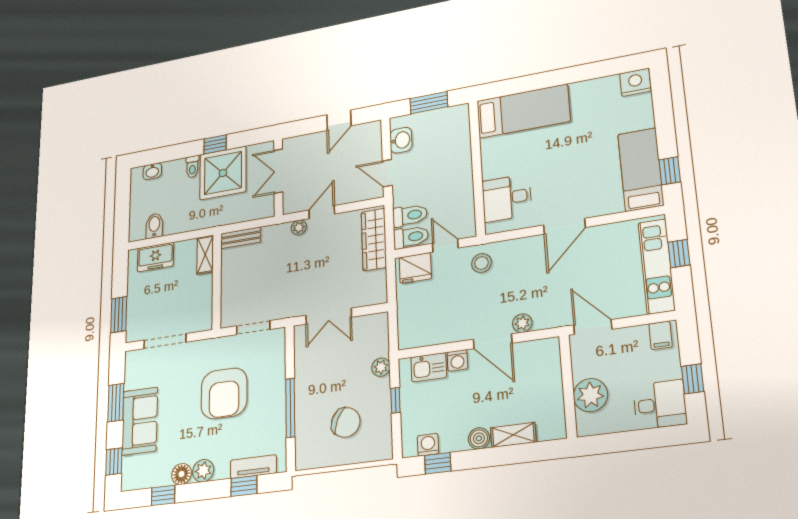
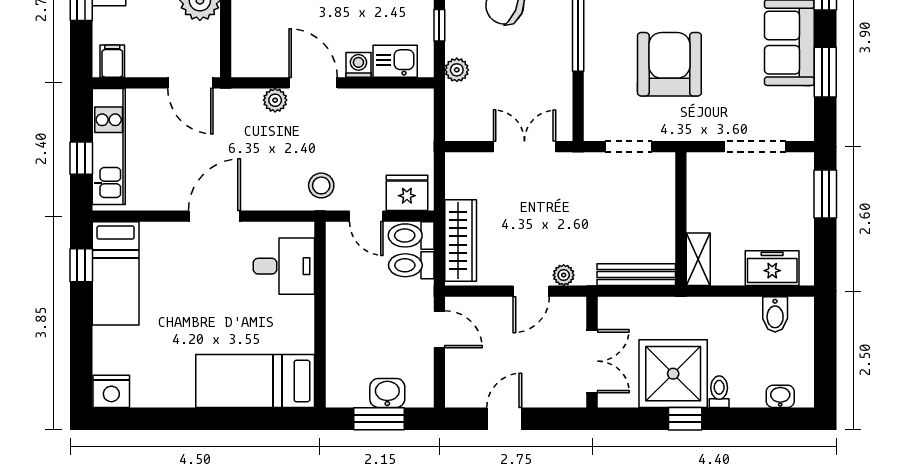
washbasin: (401, 140) -> (387, 393), moved, turned 90
bench: (241, 238) -> (636, 275), width x1.36

